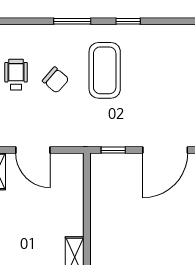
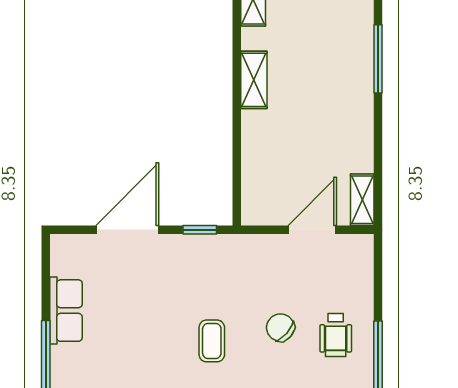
coffee table: (105, 70) -> (212, 341), width x0.54, depth x0.58
door: (33, 150) -> (312, 230), hinge flipped

